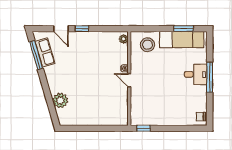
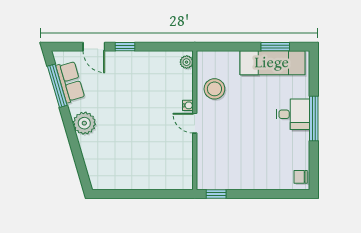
stool: (147, 45) -> (214, 89), moved
plant: (60, 100) -> (84, 123), moved

